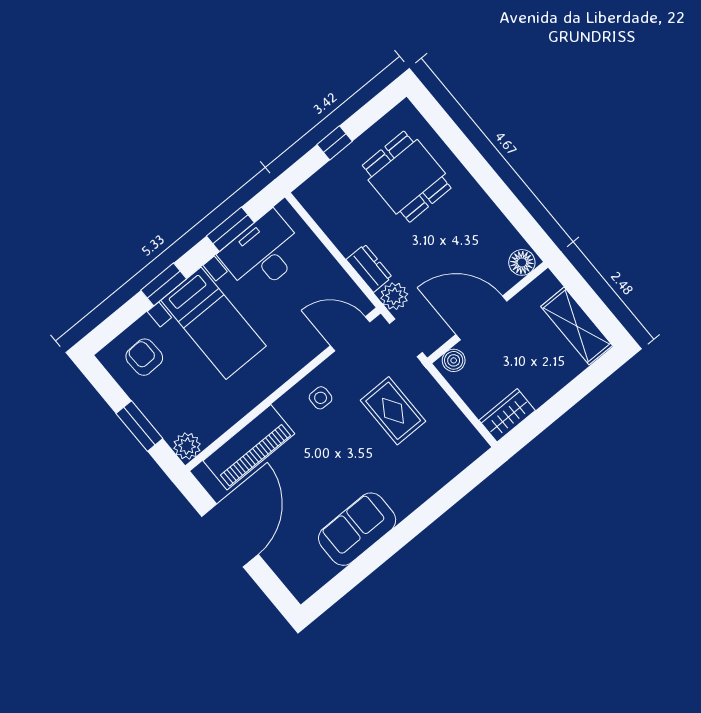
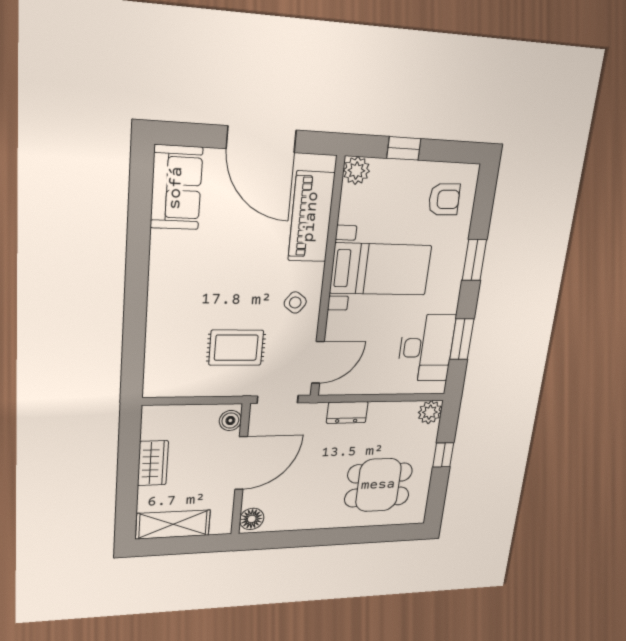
plant: (394, 296) -> (430, 412), moved
bed with nightstands: (214, 323) -> (381, 269), moved, turned 180
side table: (321, 398) -> (295, 303), turned 37
wardrobe: (507, 415) -> (153, 463), moved
window: (139, 426) -> (404, 148), width x0.67
sofa: (357, 529) -> (176, 188), moved

